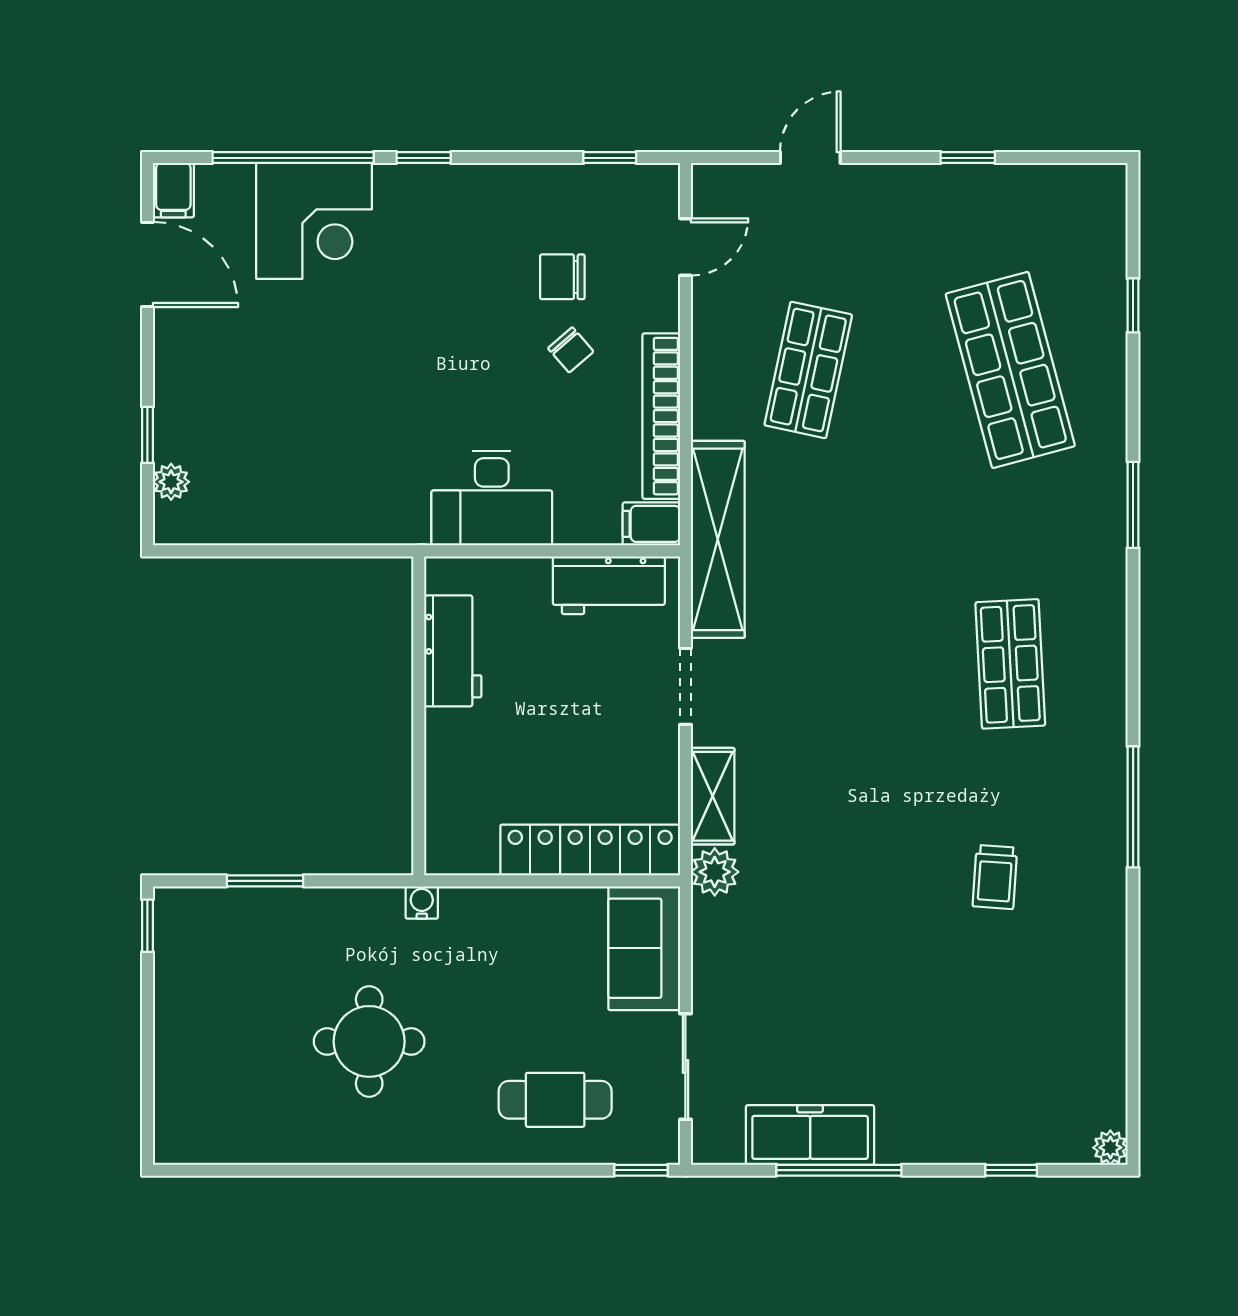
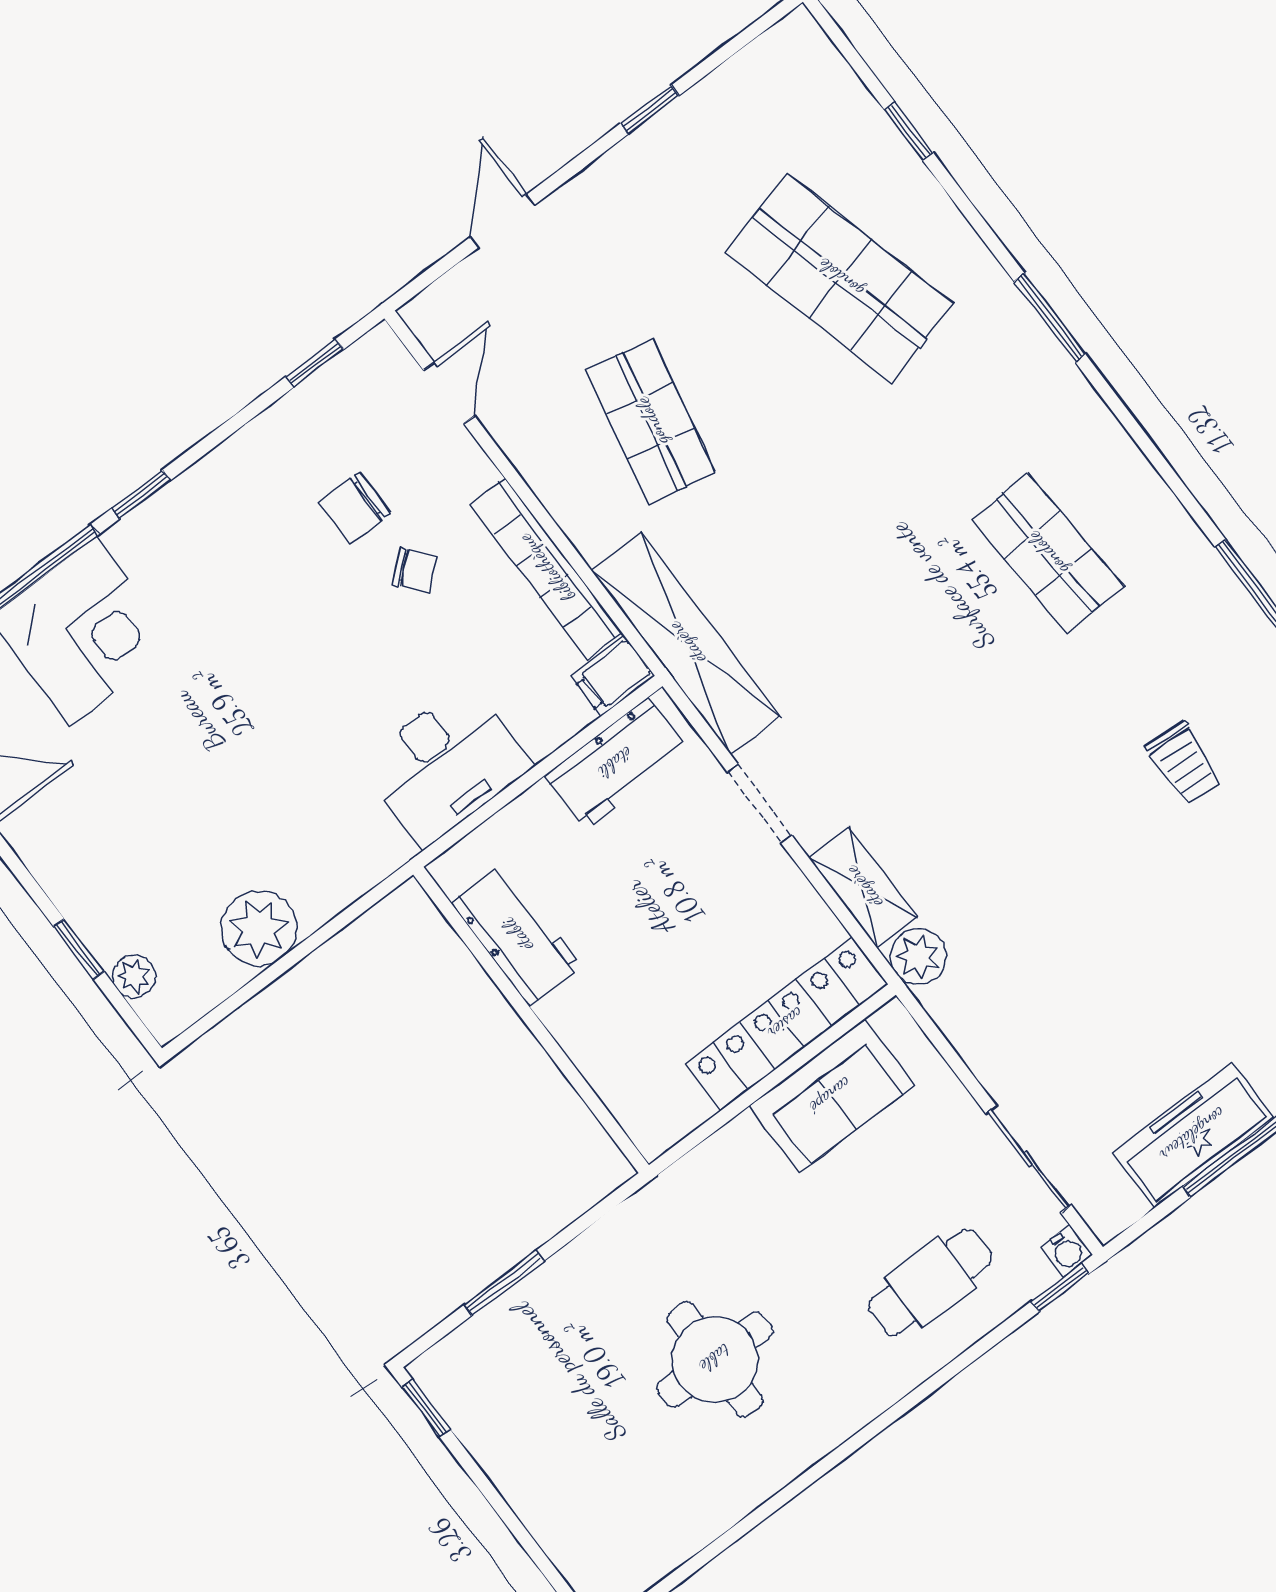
plant: (281, 514) -> (259, 928), added
water cooler: (422, 902) -> (1066, 1251), moved, turned 180
sofa: (644, 948) -> (831, 1096), moved, turned -90

